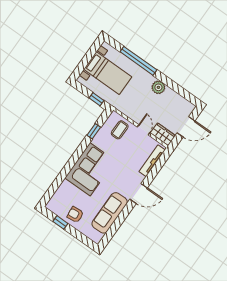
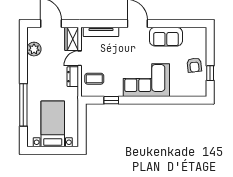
plant: (158, 87) -> (34, 49), moved
window: (96, 99) -> (82, 117), removed
dresser: (133, 114) -> (73, 77), added
sofa: (110, 213) -> (166, 37), width x0.73

